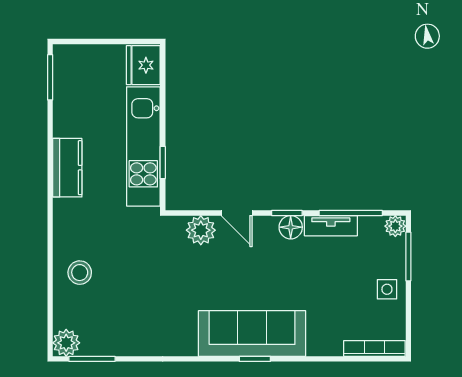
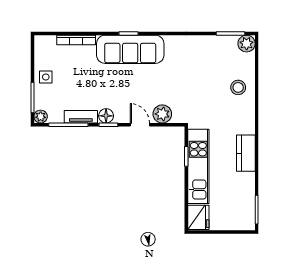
bookcase: (374, 348) -> (76, 40), moved

